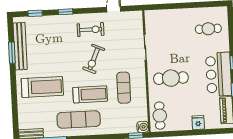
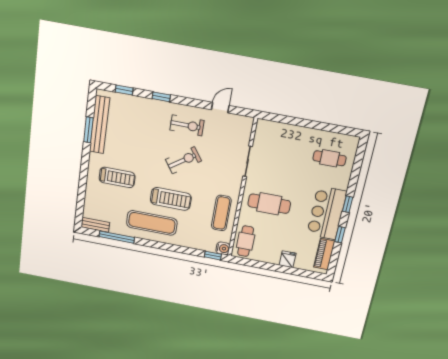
exercise bike: (94, 59) -> (183, 160), turned -149
treadmill: (42, 87) -> (117, 177), width x0.73, depth x0.73
exercise mat: (124, 88) -> (221, 213), moved

